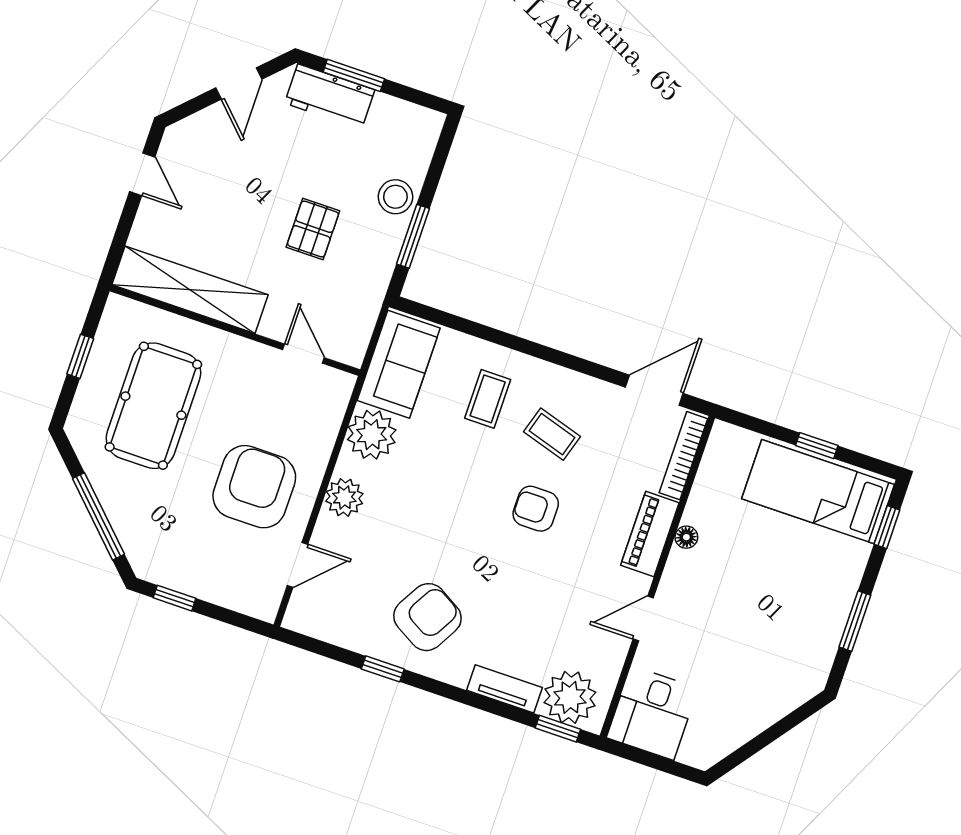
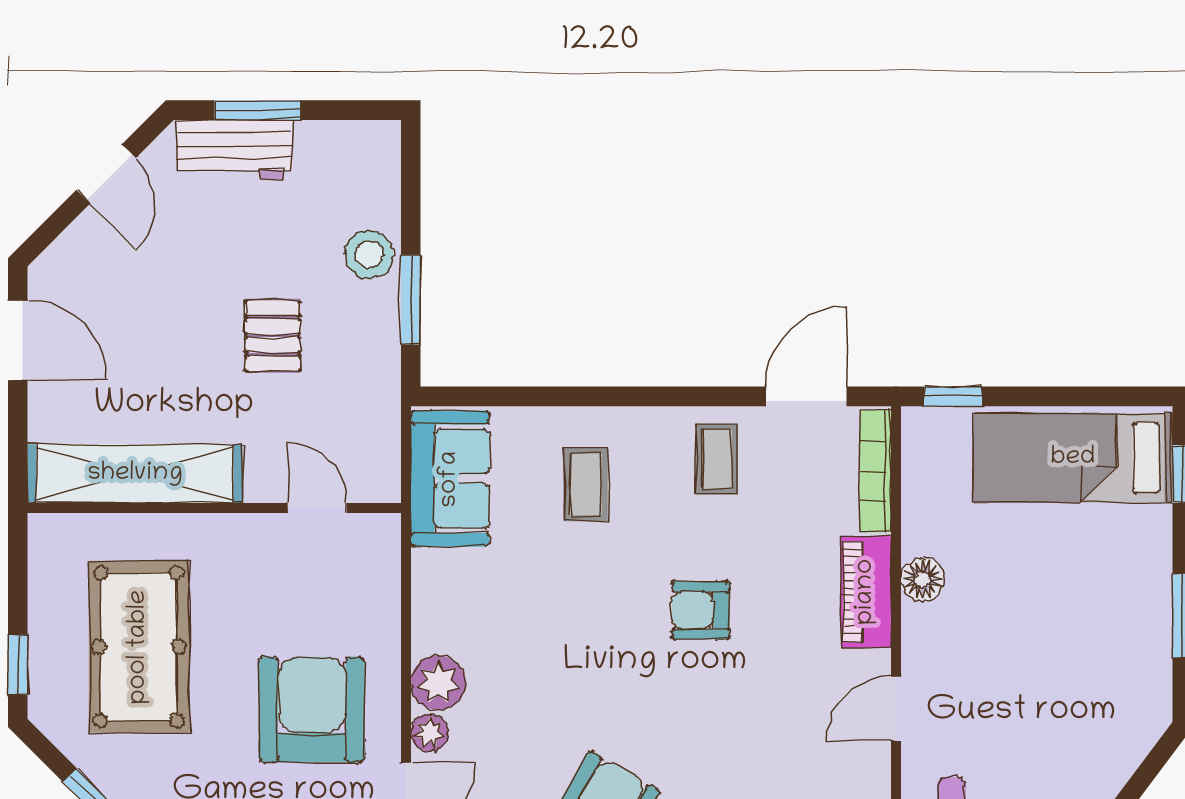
door: (142, 174) -> (18, 340), width x1.38
window: (80, 356) -> (18, 665), moved
coffee table: (552, 434) -> (717, 459), moved, turned 73
plant: (372, 435) -> (430, 733), moved, width x0.53, depth x0.53
window: (817, 446) -> (953, 396), moved
floor lamp: (686, 537) -> (923, 579), width x1.37, depth x1.37

